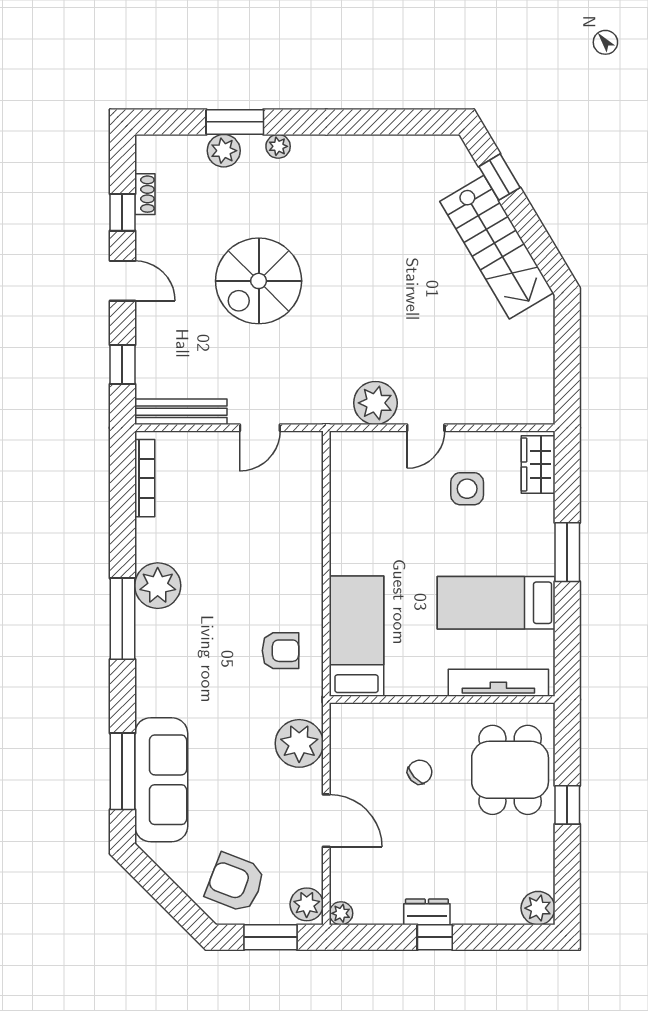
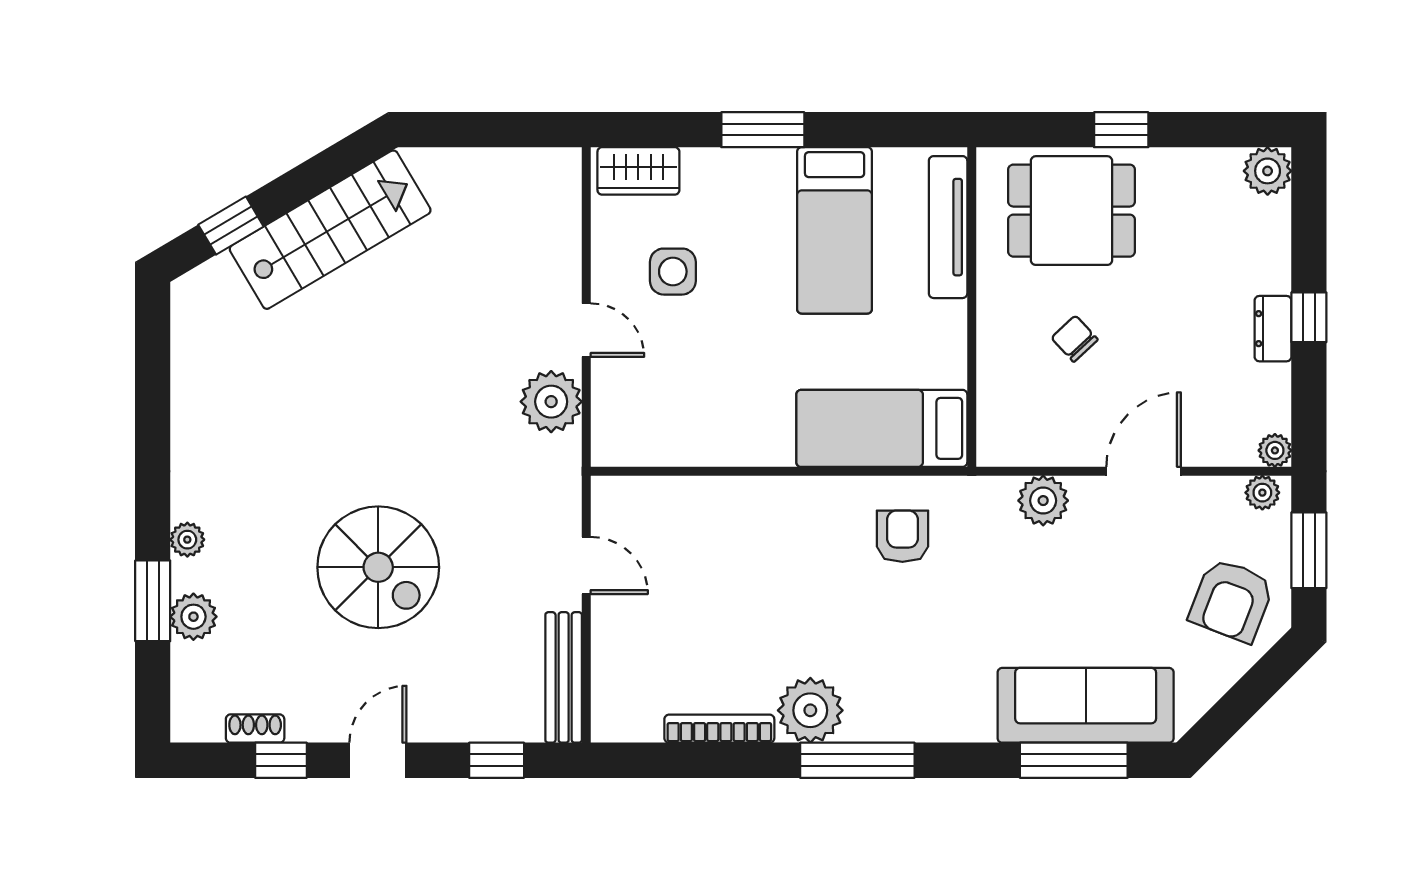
bookcase: (145, 478) -> (719, 729), moved
plant: (299, 743) -> (1043, 501), width x0.73, depth x0.73
plant: (307, 904) -> (1262, 493), width x0.73, depth x0.73

